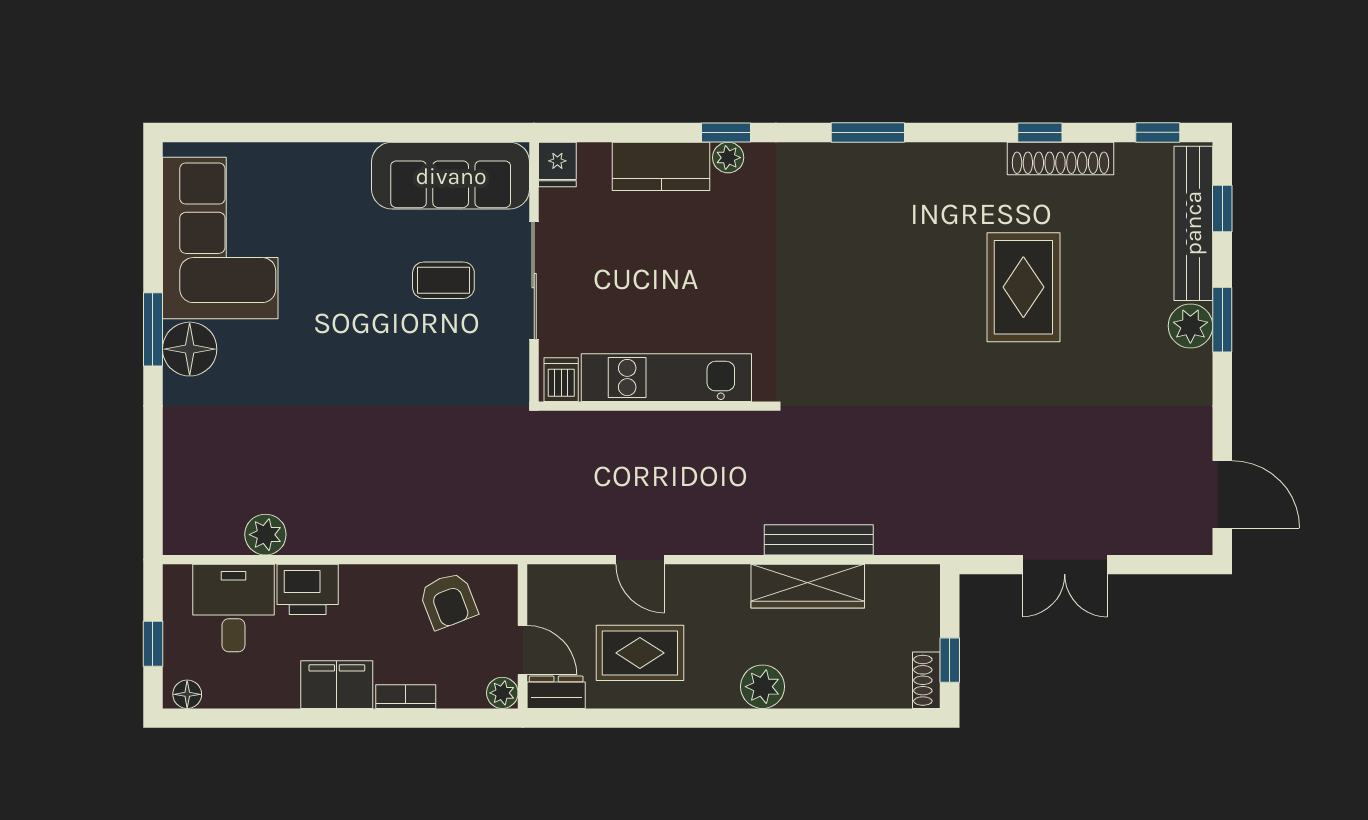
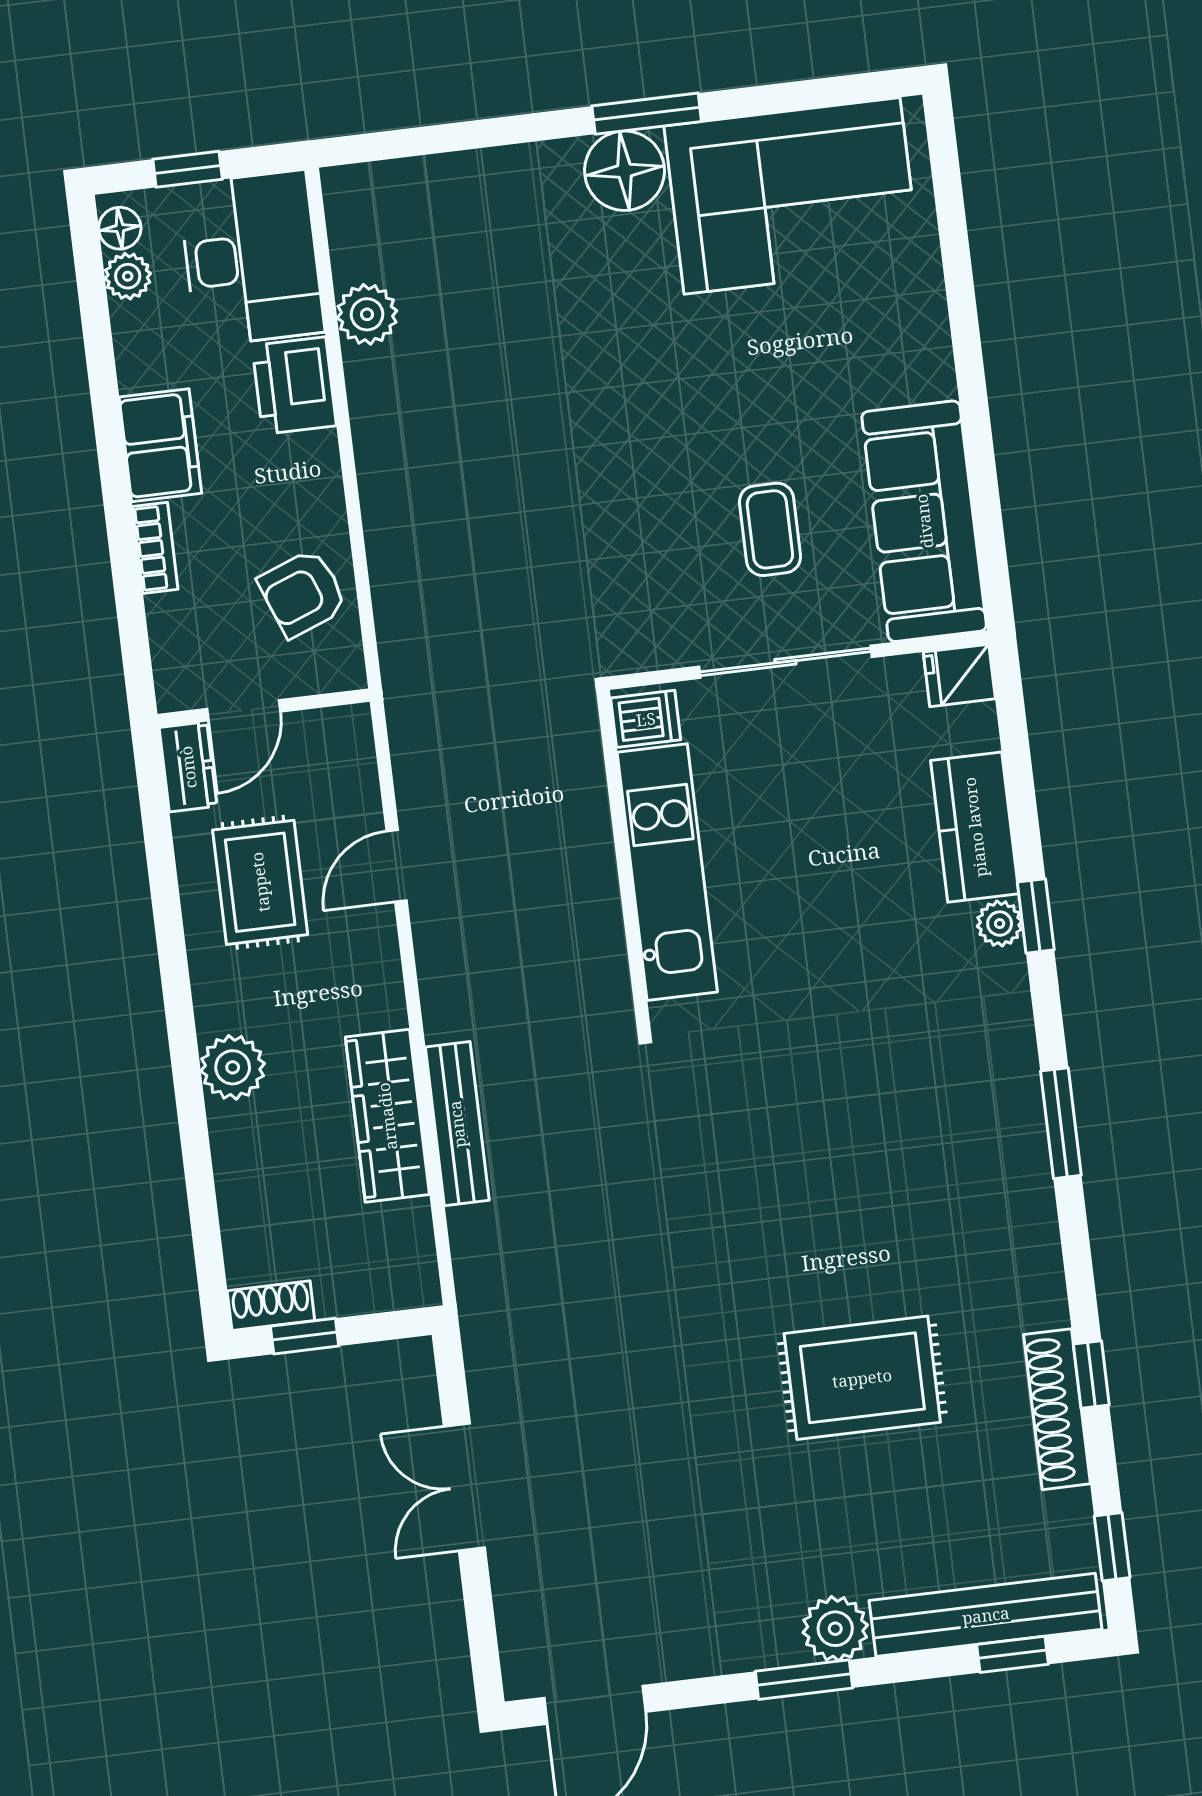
window: (1222, 320) -> (804, 1680), moved
desk: (233, 608) -> (251, 258), width x1.37
plant: (502, 693) -> (128, 276), moved

